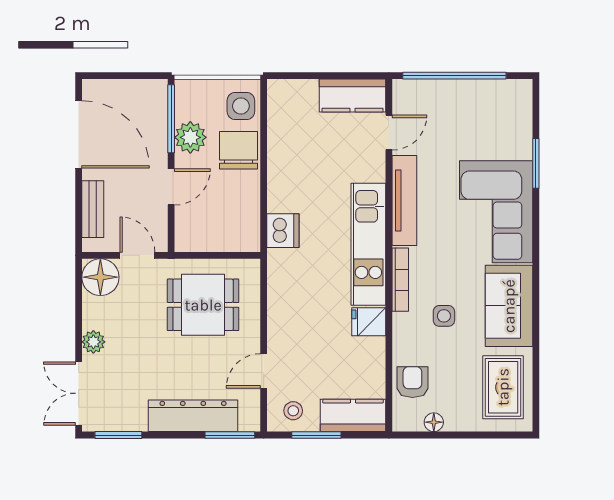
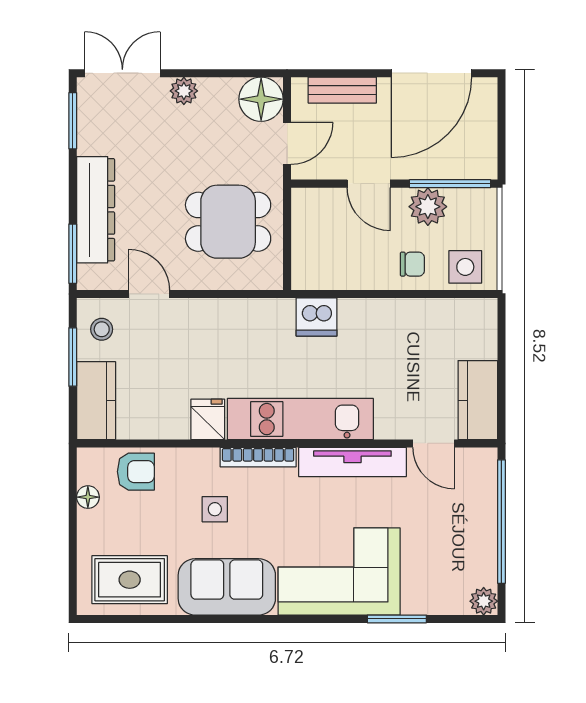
plant: (521, 91) -> (484, 601), added
chair: (239, 150) -> (412, 264), width x0.54, depth x0.54
dining table: (203, 305) -> (228, 222), turned 90

